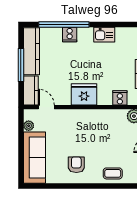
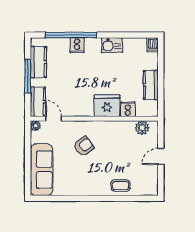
kitchen counter: (31, 51) -> (38, 62), width x0.67
fridge: (84, 94) -> (107, 106), moved
plant: (29, 126) -> (36, 126), moved
armchair: (76, 165) -> (84, 146), moved, turned 53

